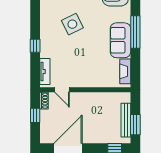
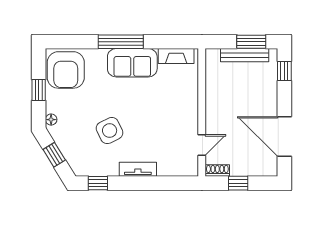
window: (35, 46) -> (98, 183), moved
tv unit: (45, 72) -> (138, 169), moved

